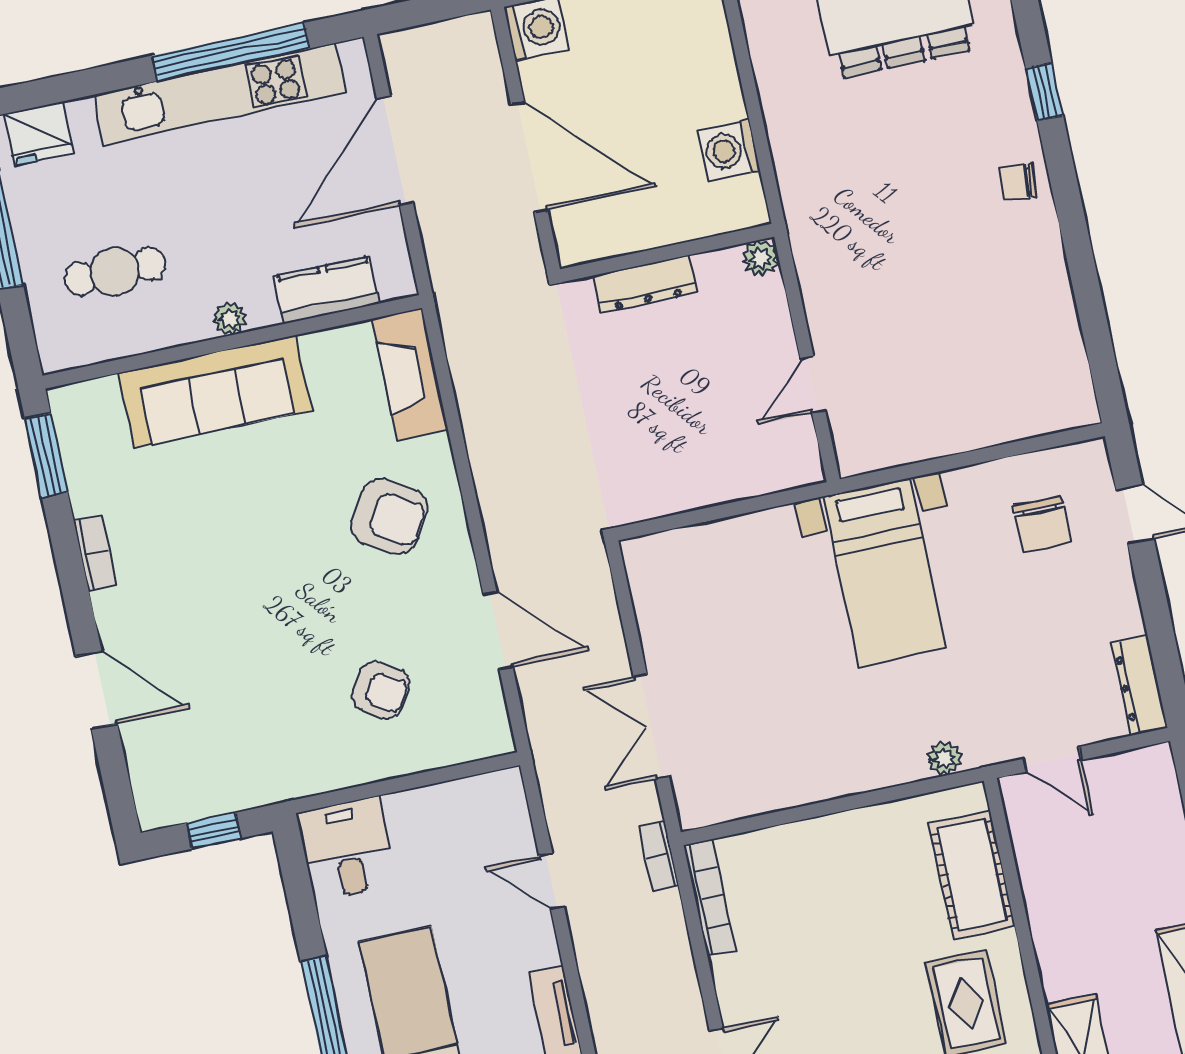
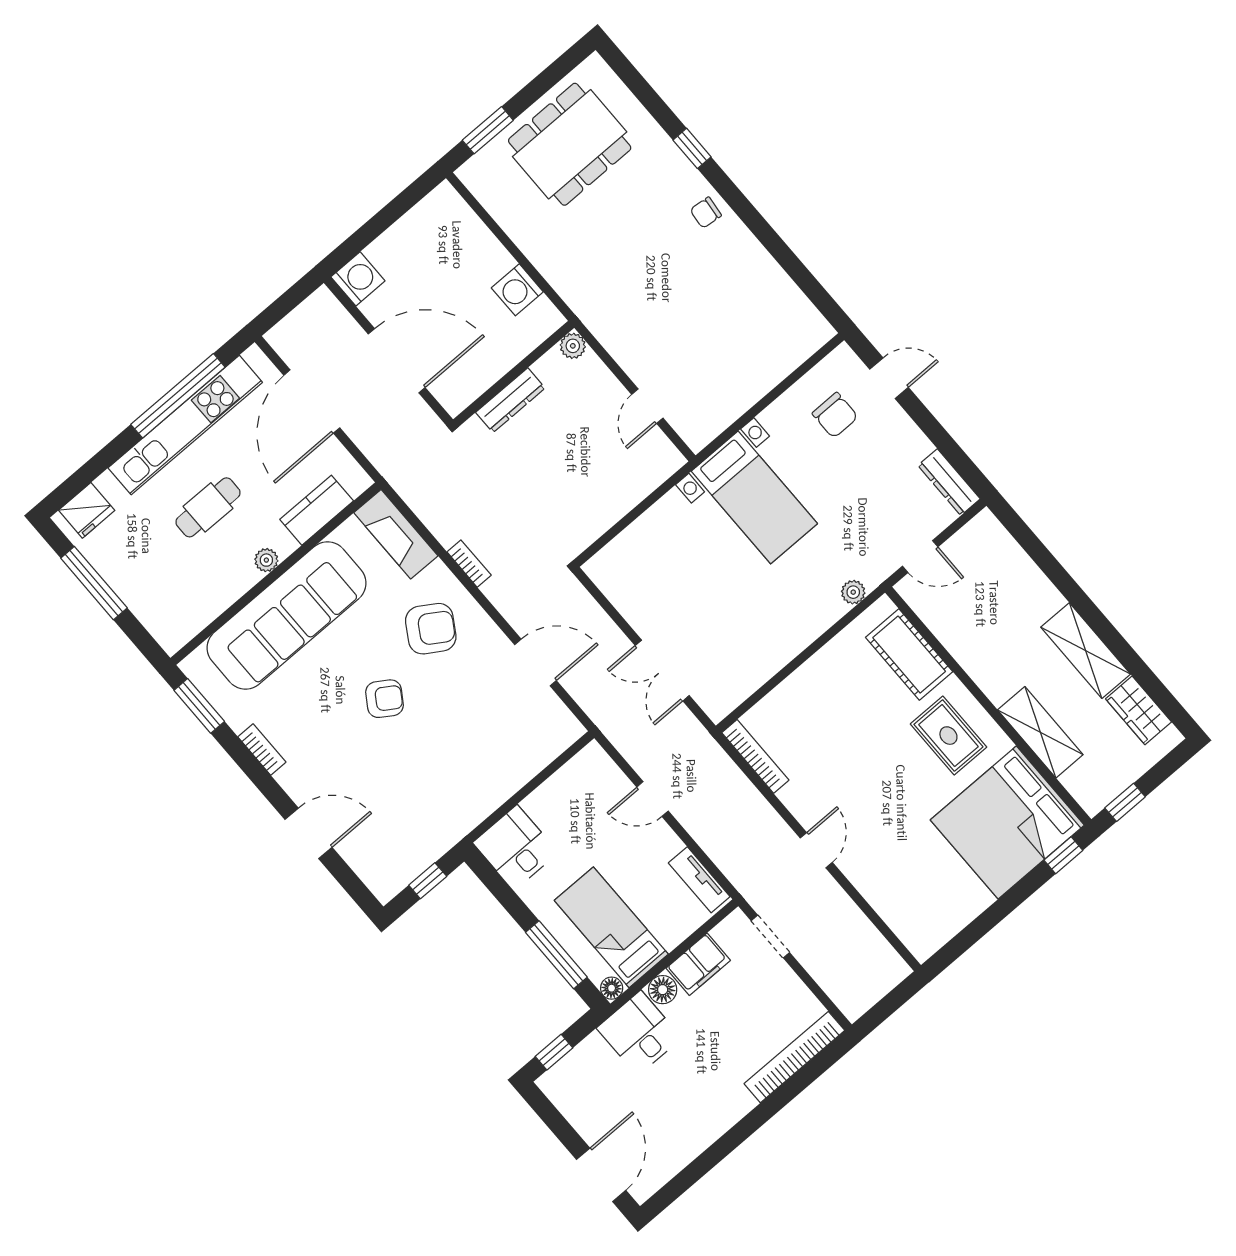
cafe table: (115, 272) -> (208, 507), moved
sofa: (215, 391) -> (287, 615), width x1.36, depth x1.27
armchair: (381, 690) -> (384, 699), moved
bookcase: (659, 856) -> (469, 564), moved, turned 180

